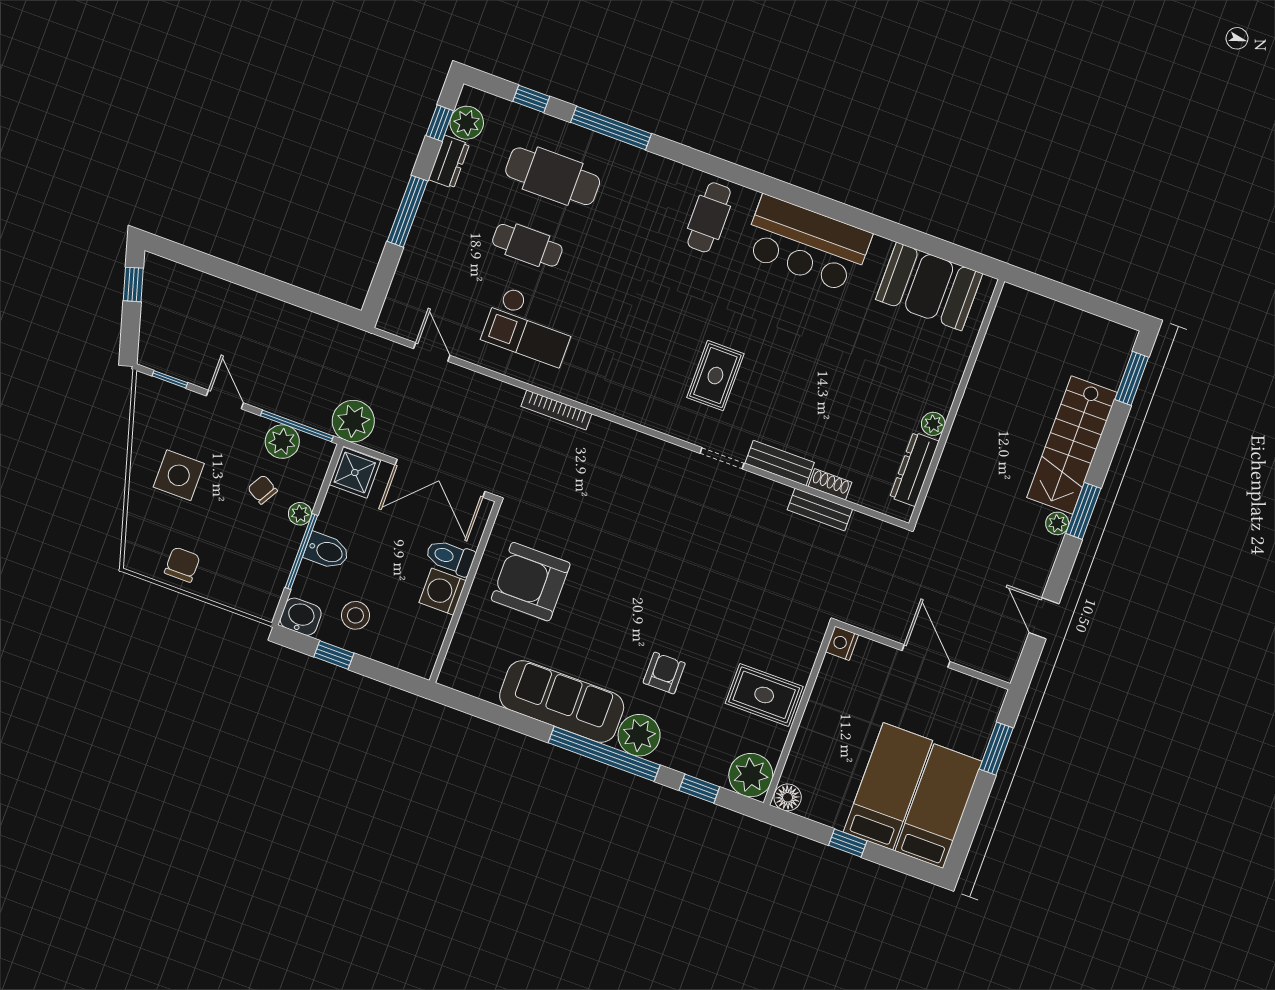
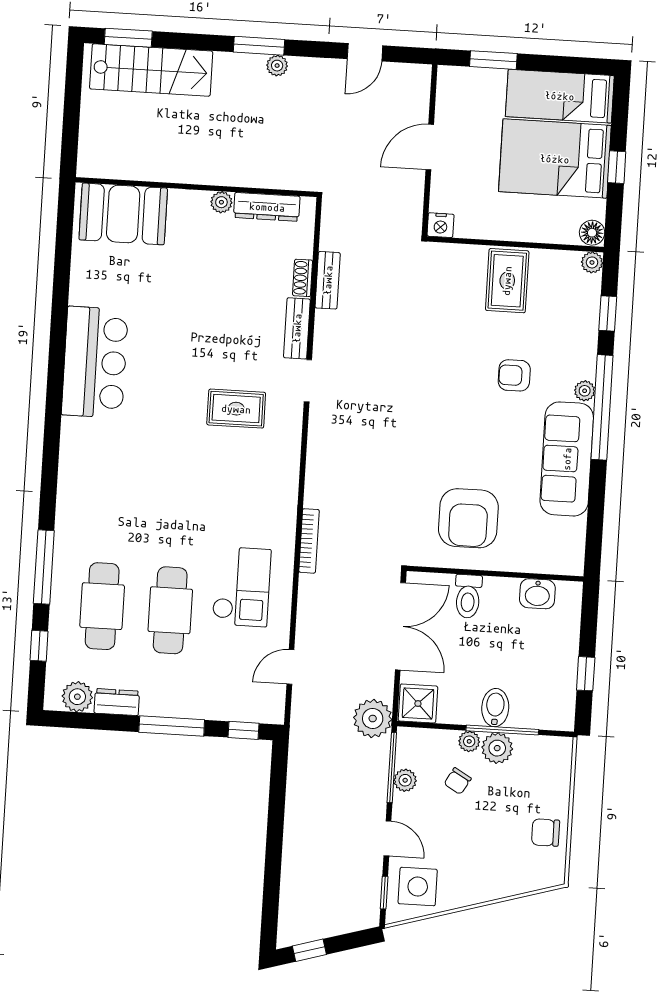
window: (440, 123) -> (243, 730), moved
cafe table: (709, 217) -> (97, 456), removed
cafe table: (527, 245) -> (170, 610), width x1.37, depth x1.35
booth: (929, 286) -> (123, 214), moved, turned 90
door: (225, 399) -> (387, 838), swing flipped
plant: (282, 442) -> (405, 780), width x0.73, depth x0.73
stairs: (1072, 445) -> (151, 70), moved
side table: (179, 475) -> (418, 887), moved
plant: (284, 541) -> (497, 748), added
washing machine: (443, 592) -> (501, 594), removed
stool: (355, 615) -> (545, 665), removed
washbasin: (301, 617) -> (537, 594), moved, turned -90
plant: (639, 735) -> (585, 391), width x0.53, depth x0.53
plant: (751, 775) -> (592, 262), width x0.53, depth x0.53
bed: (888, 786) -> (555, 159), width x1.50

